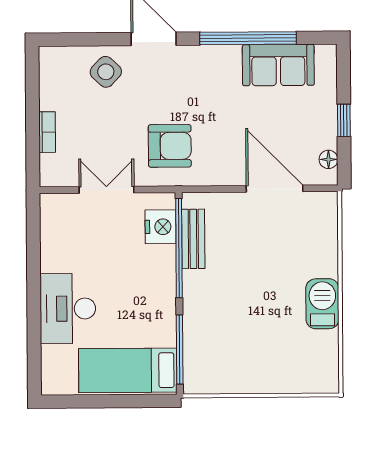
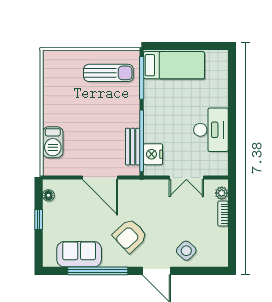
armchair: (170, 146) -> (130, 236), moved, turned -43
plant: (50, 165) -> (222, 193), added
door: (275, 189) -> (100, 177), moved
barbecue: (322, 304) -> (53, 142), moved
desk: (68, 309) -> (211, 130), moved
sun lounger: (233, 357) -> (108, 73), added

